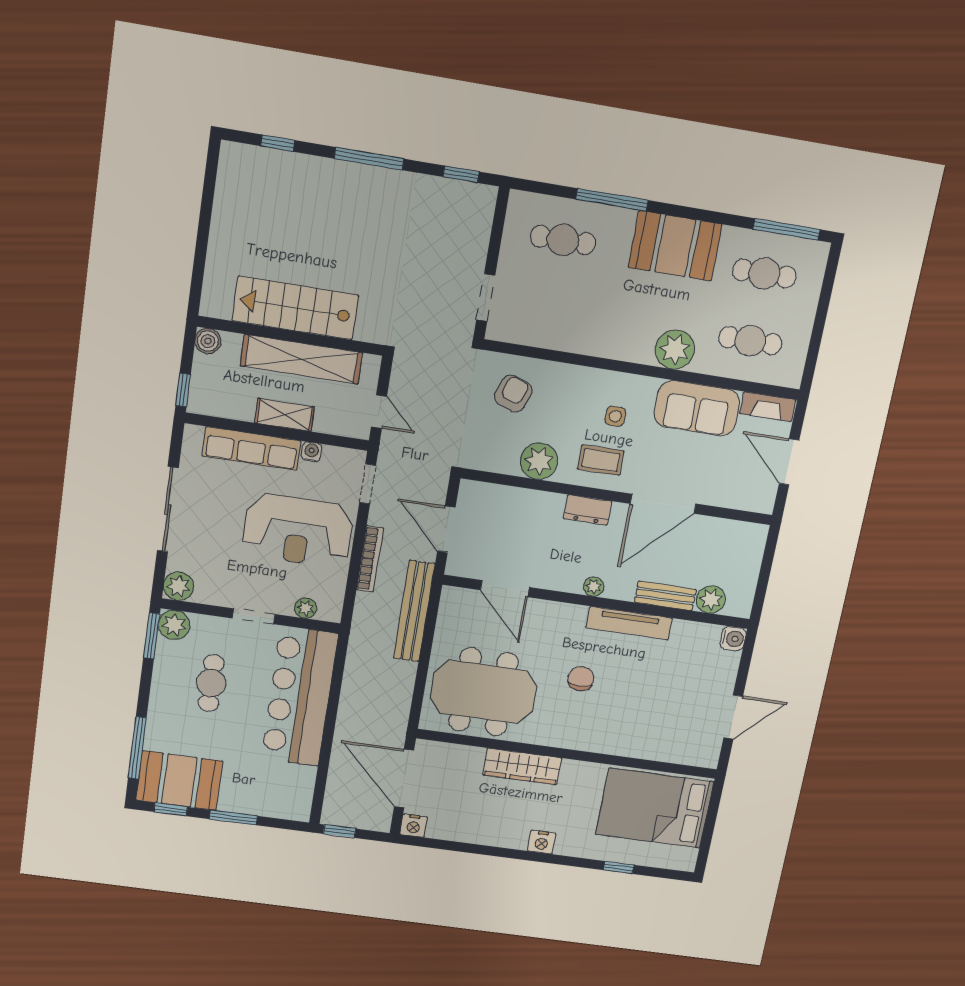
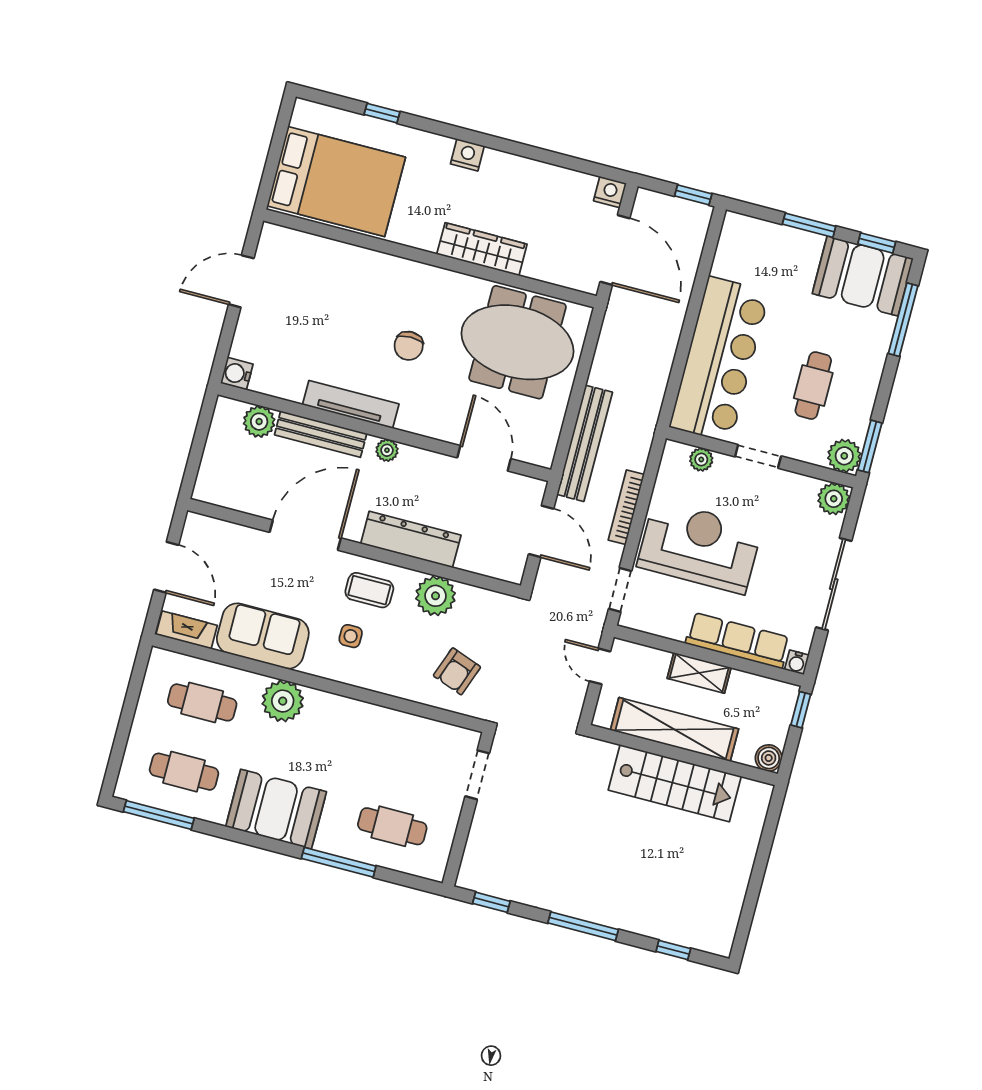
water cooler: (311, 452) -> (797, 662), moved
dresser: (588, 510) -> (411, 539), width x1.96, depth x1.24
bench: (665, 596) -> (321, 434), width x1.36

